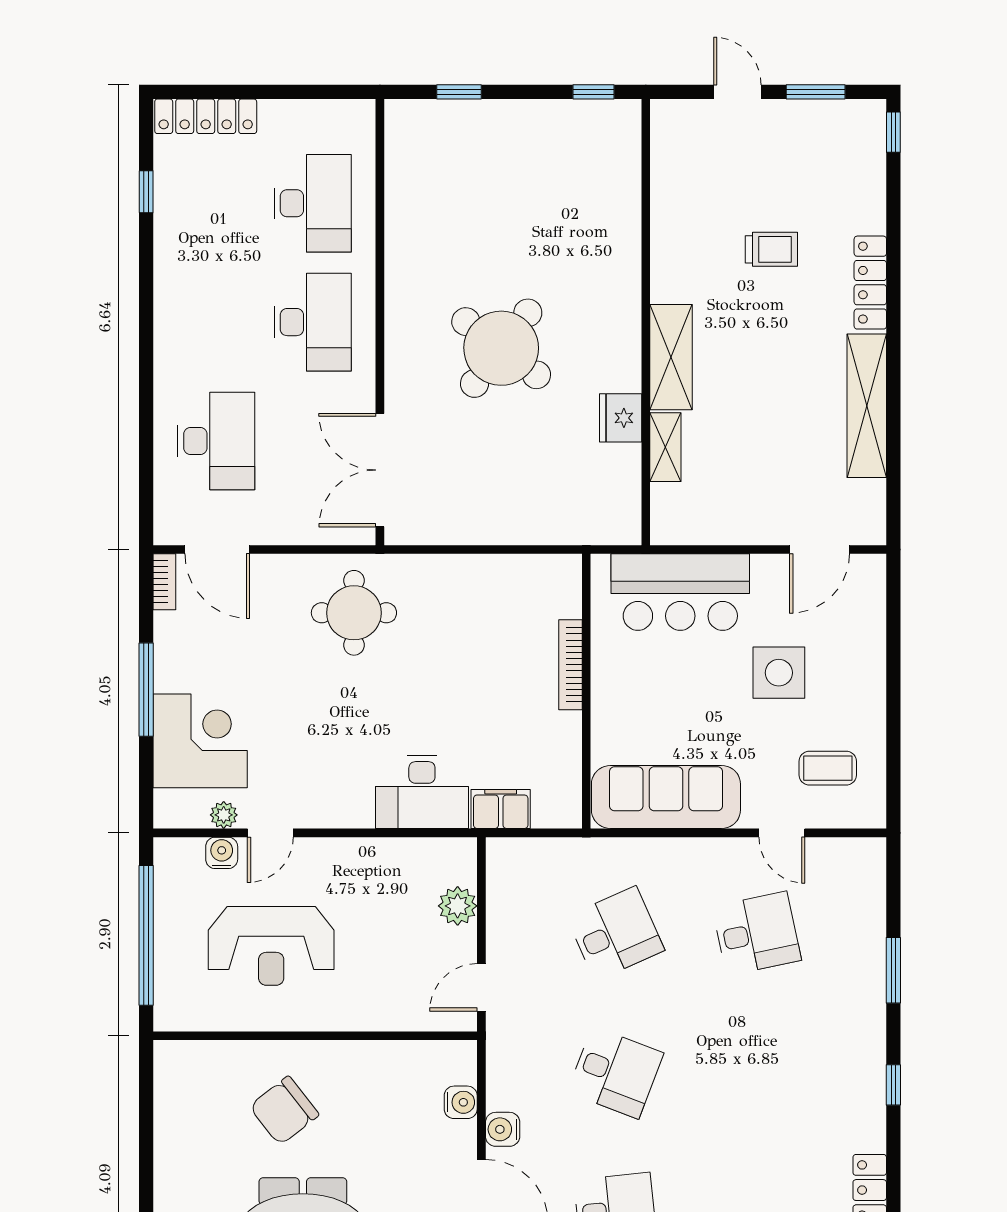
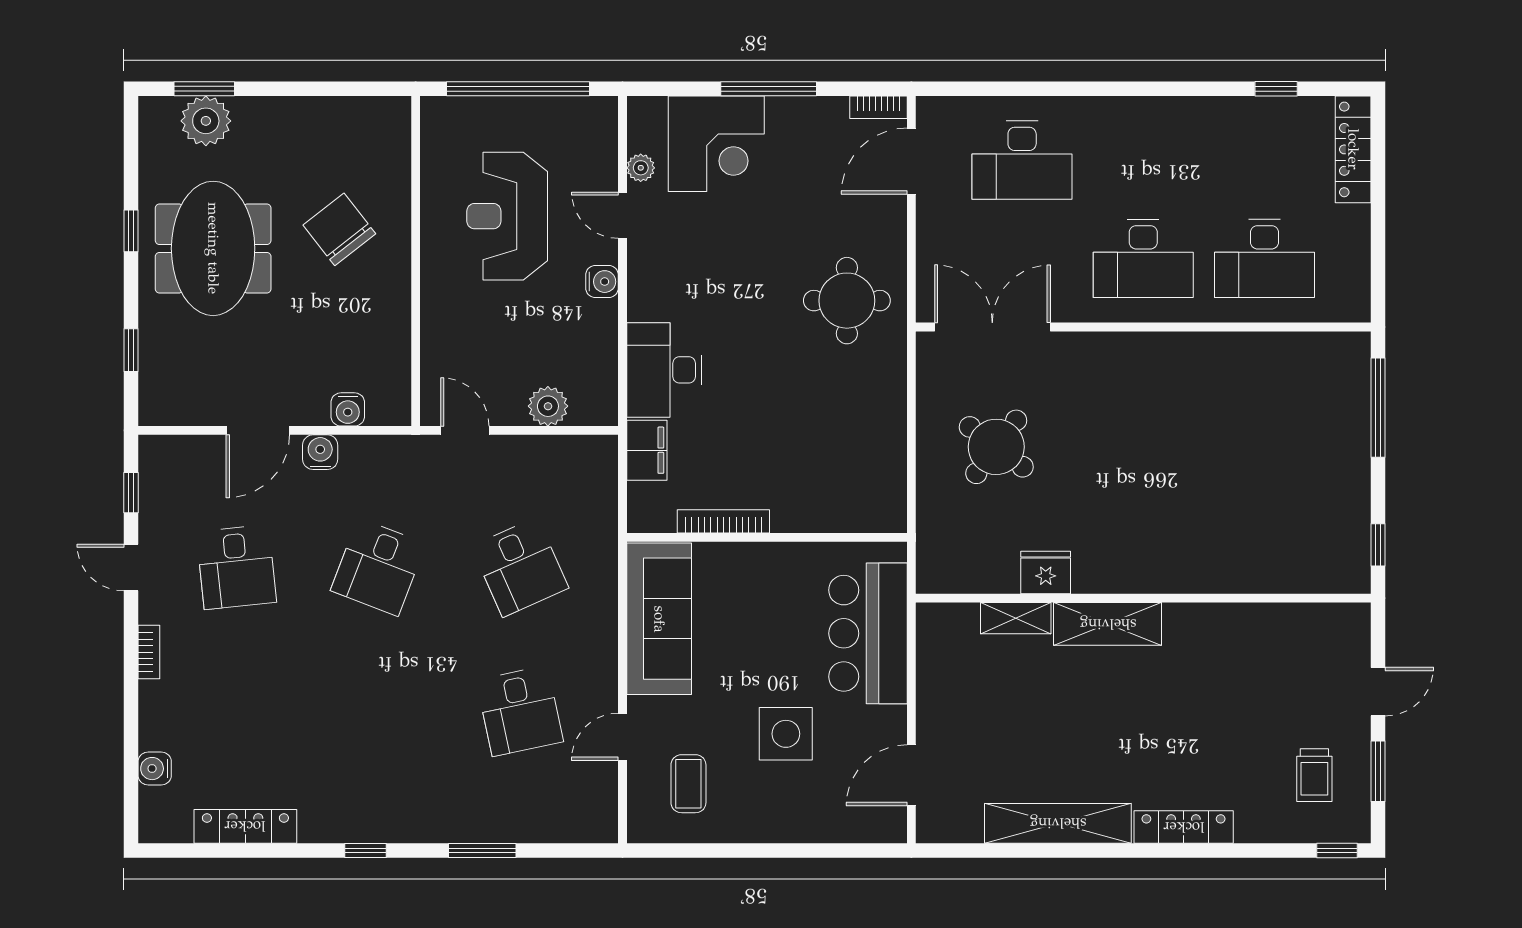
window: (459, 92) -> (1378, 408), width x2.17
trolley: (771, 249) -> (1314, 775), moved
round table: (501, 348) -> (996, 447), moved, width x0.73, depth x0.73
door: (819, 549) -> (911, 775), hinge flipped
bookcase: (571, 665) -> (723, 521), moved
water cooler: (222, 853) -> (602, 282), moved

